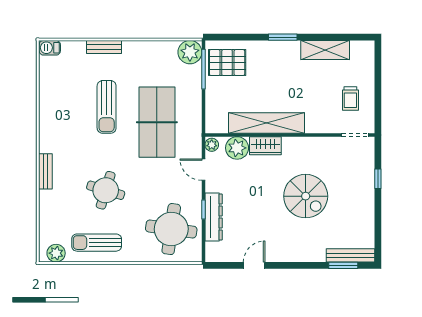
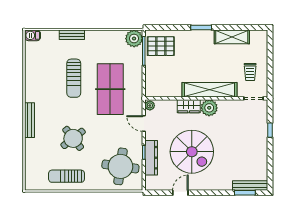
shelving: (266, 123) -> (210, 90), moved
plant: (237, 148) -> (209, 108), moved
bench: (45, 171) -> (30, 120), width x1.36
round table: (106, 190) -> (73, 138), turned 35
spiral stairs: (306, 196) -> (192, 152), moved, width x1.37, depth x1.37
plant: (56, 253) -> (37, 184), removed

